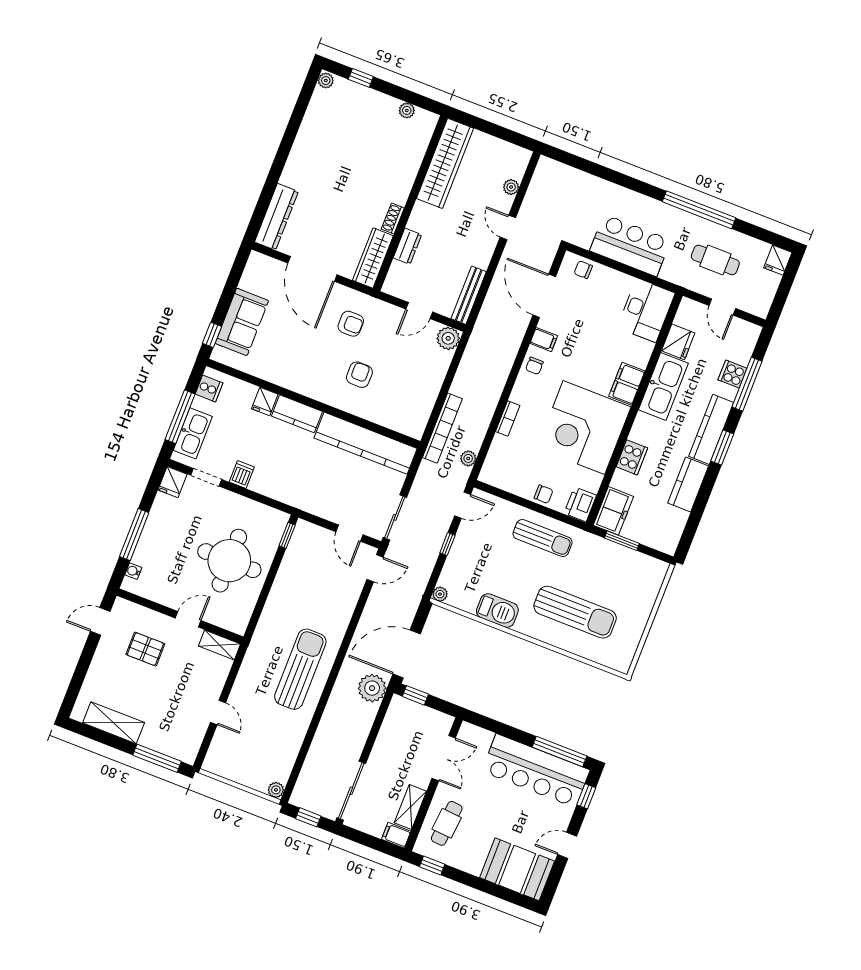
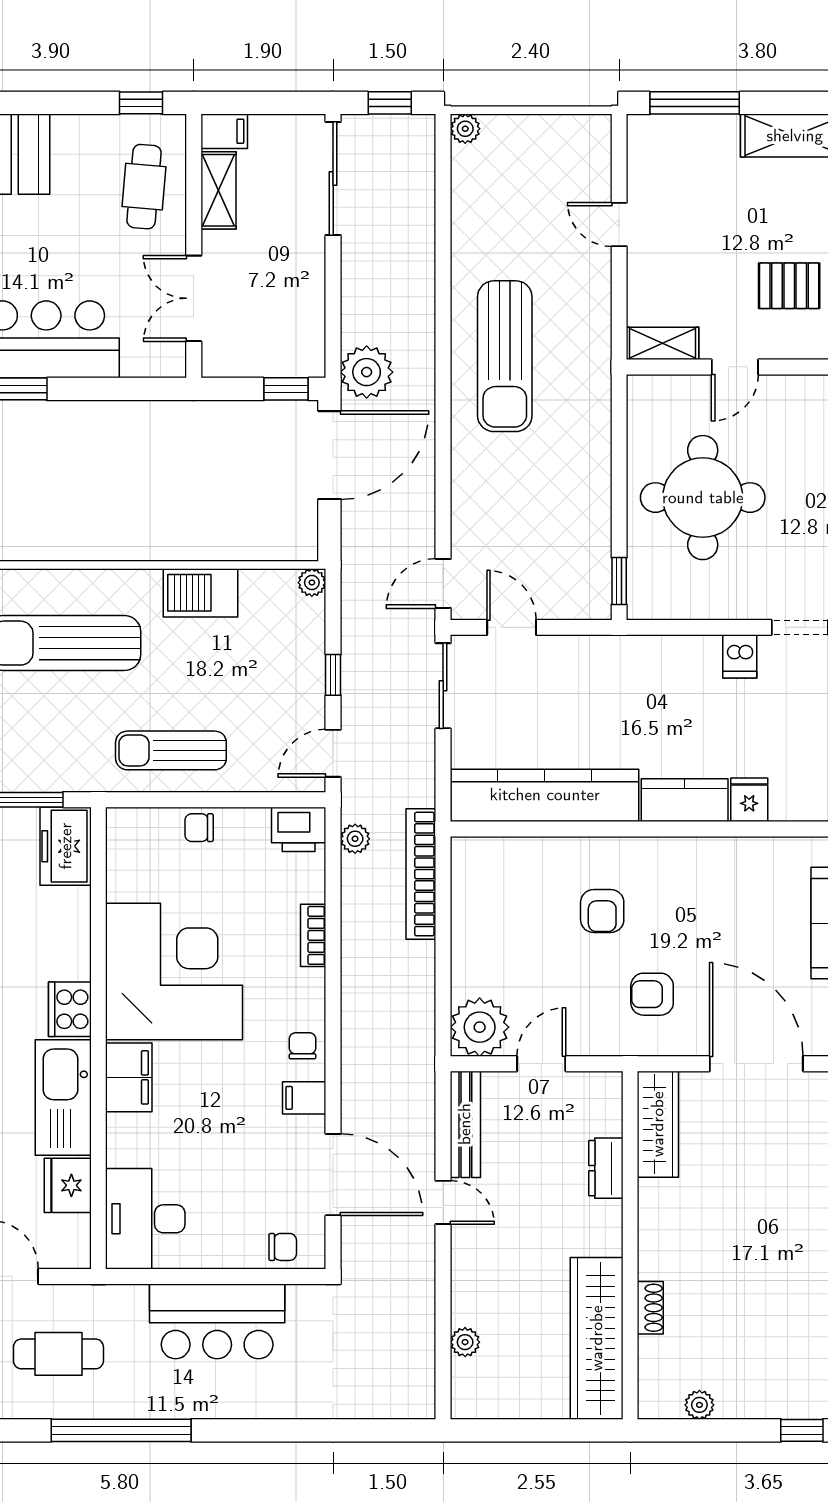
shoe rack: (393, 218) -> (650, 1308), moved
door: (508, 227) -> (443, 1202), moved
plant: (448, 338) -> (480, 1027), width x1.36, depth x1.36
cooker: (632, 457) -> (70, 1009), moved
printer: (580, 504) -> (299, 829), moved, turned 90

